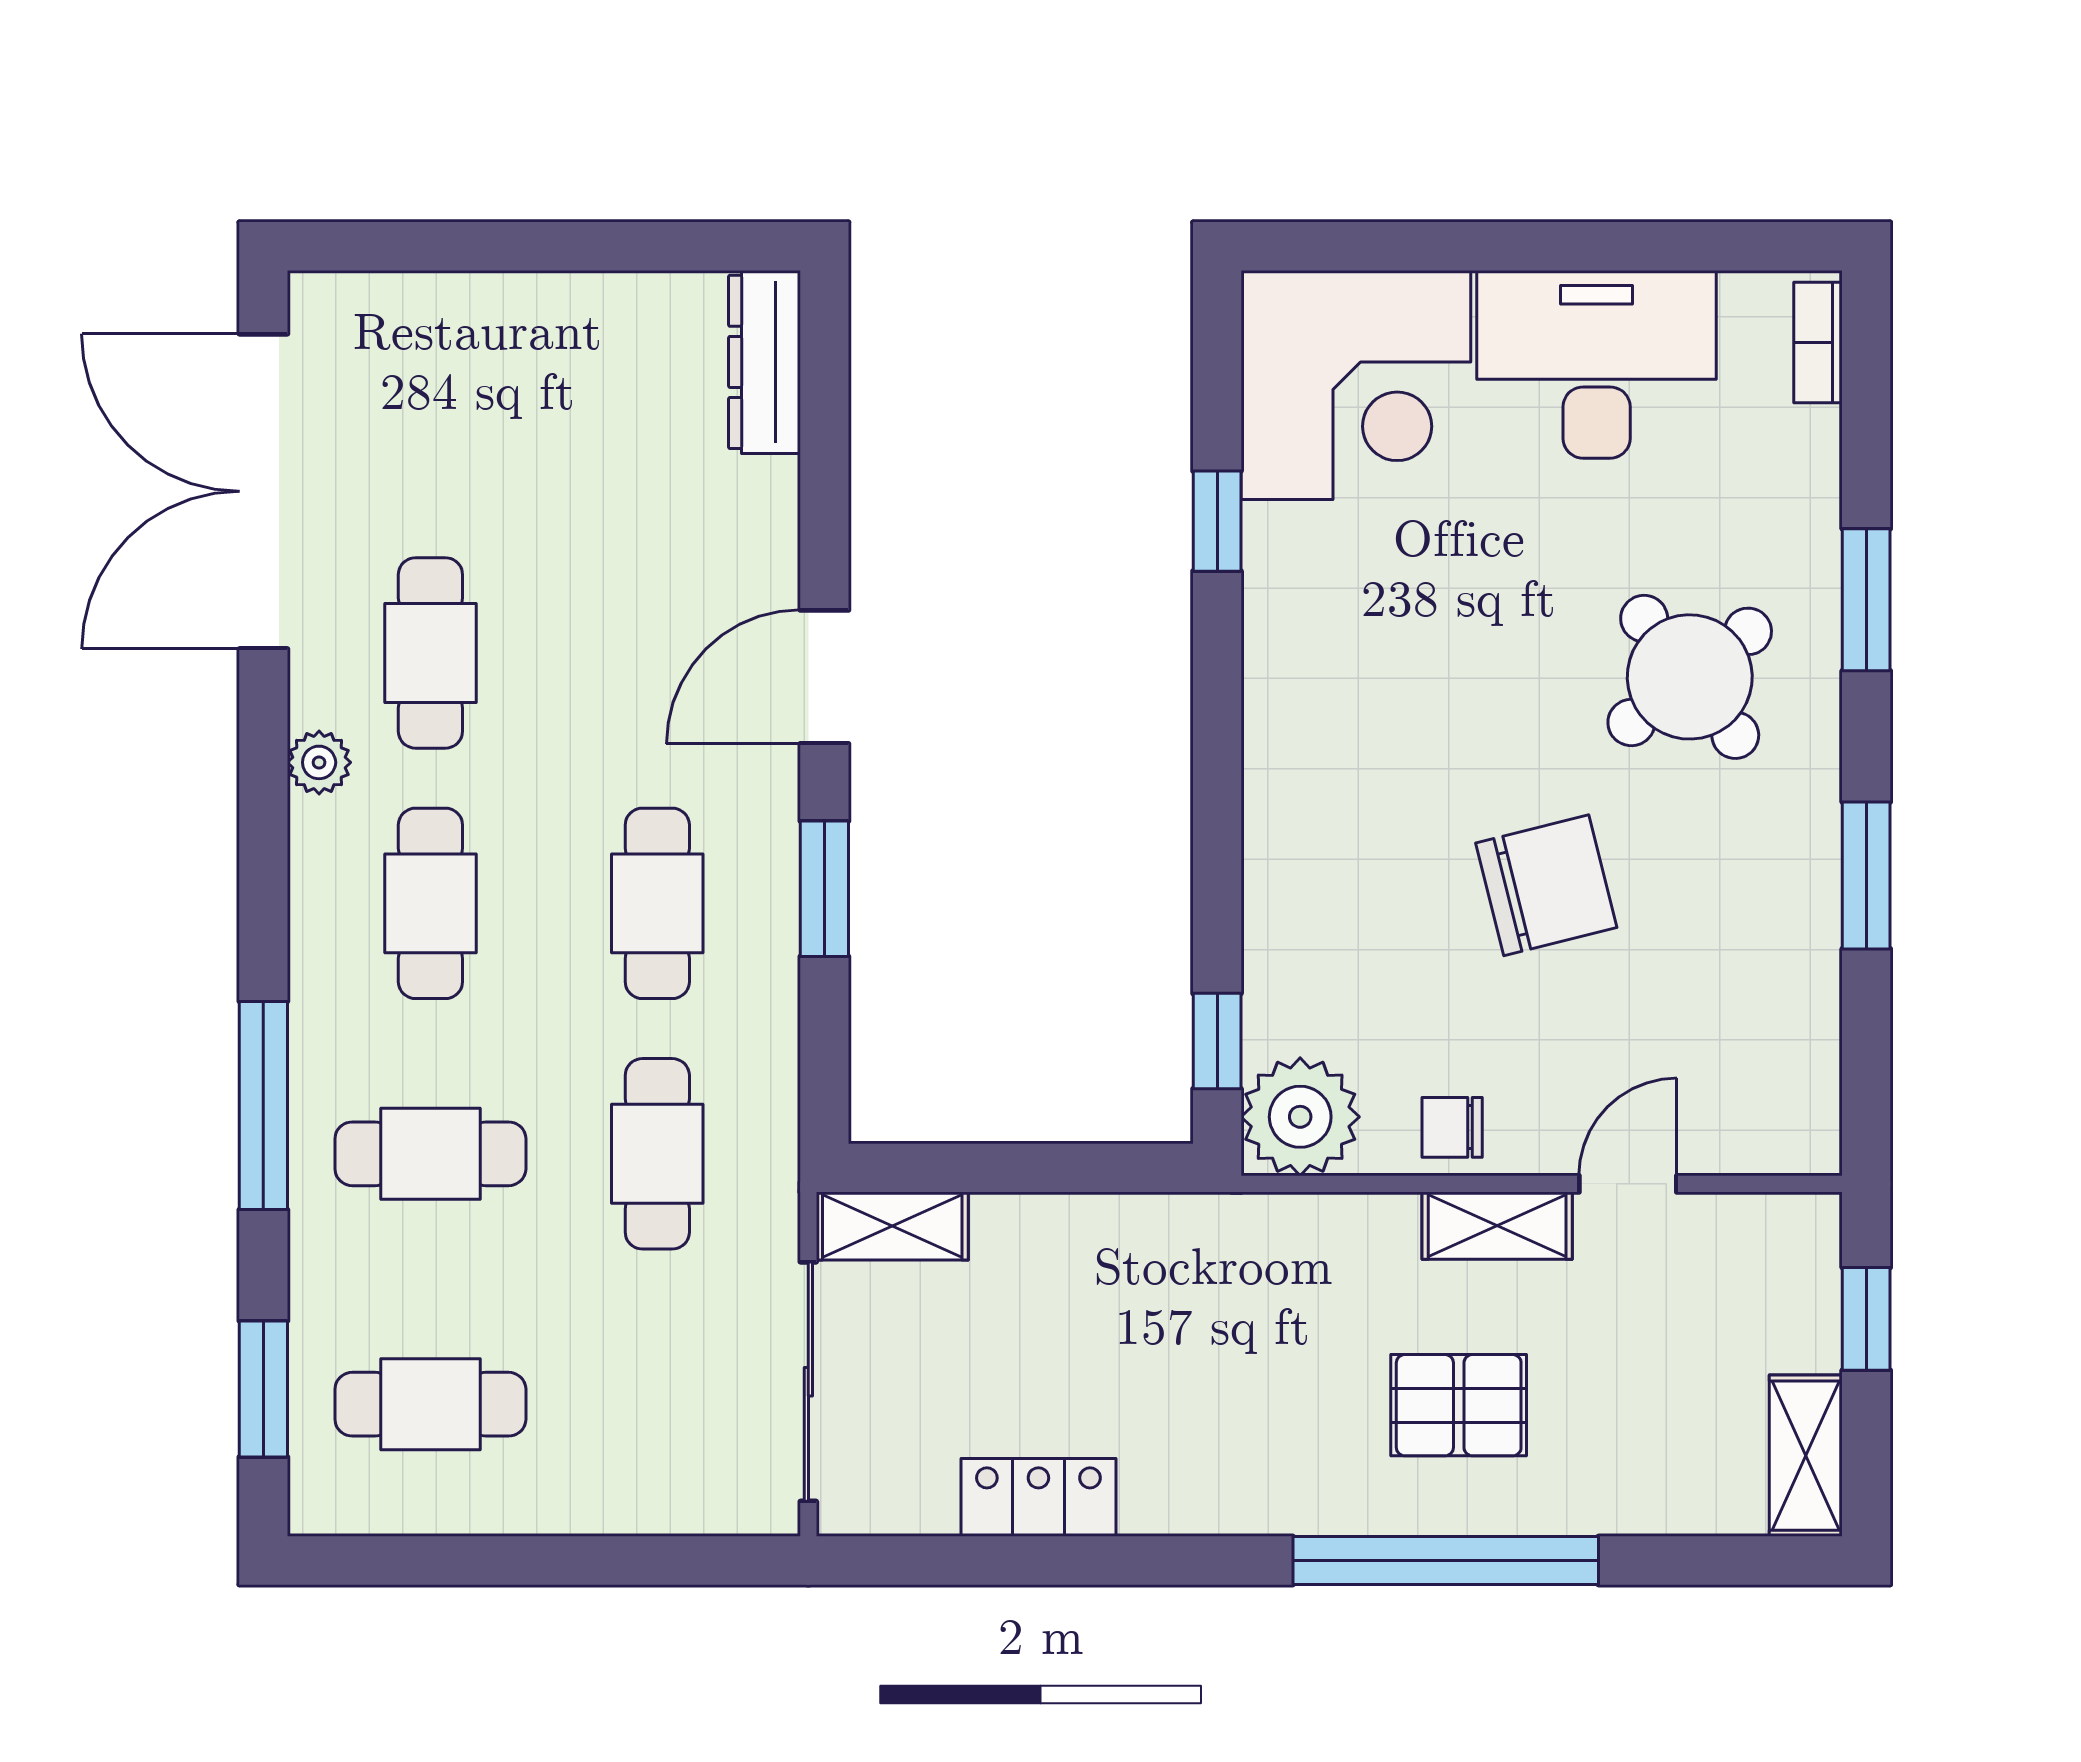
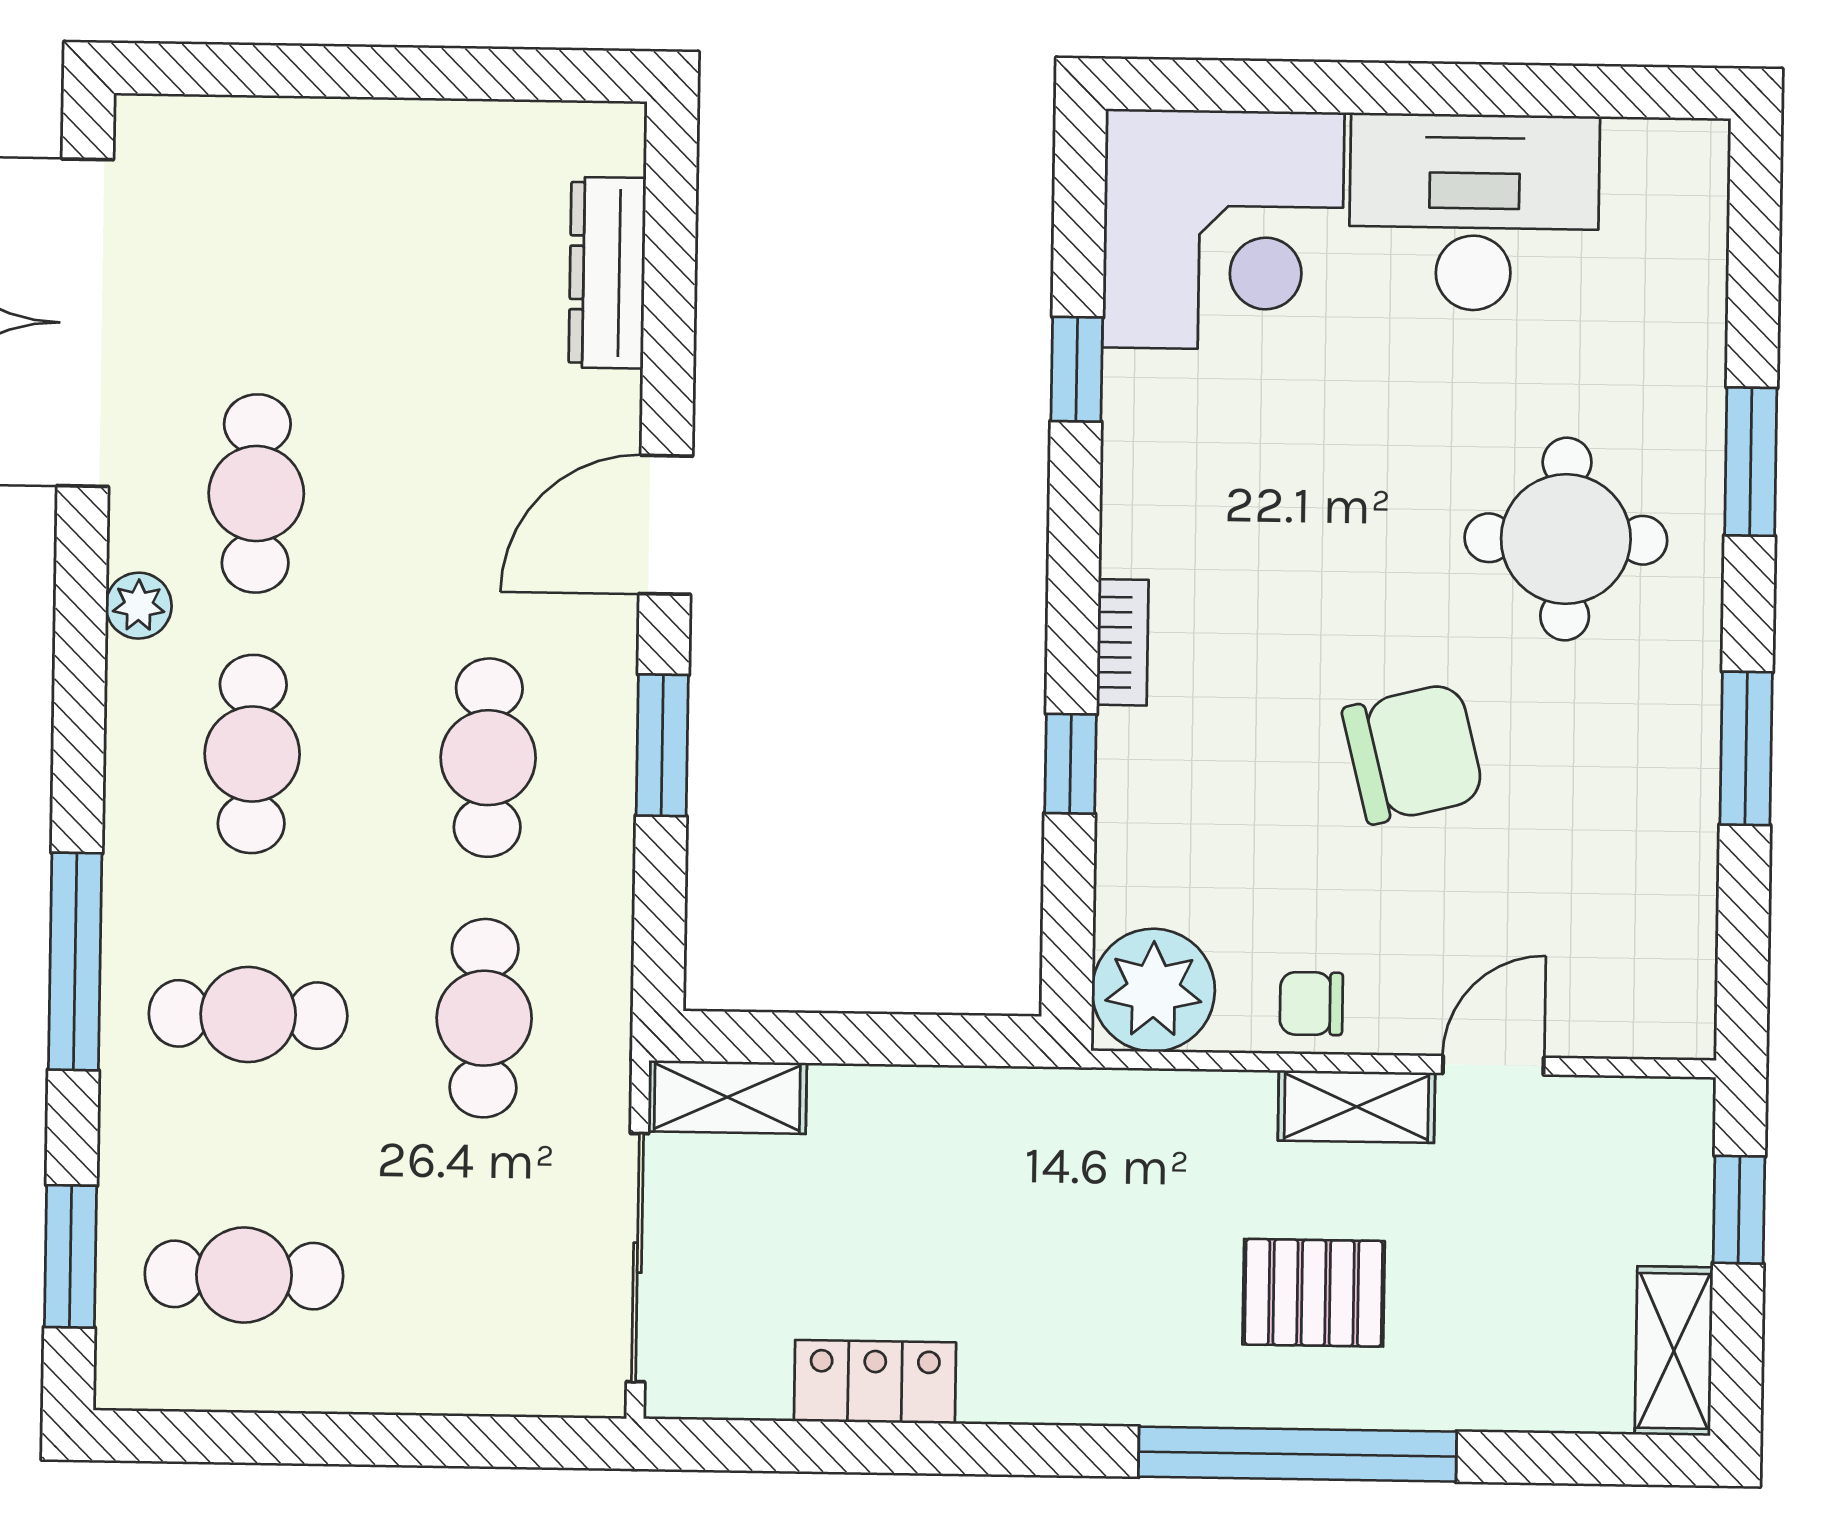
bookcase: (1818, 343) -> (1123, 642), moved, turned 180
dresser: (764, 362) -> (607, 273), moved
round table: (1690, 677) -> (1566, 539), turned 38
window: (1217, 1041) -> (1070, 764), moved

